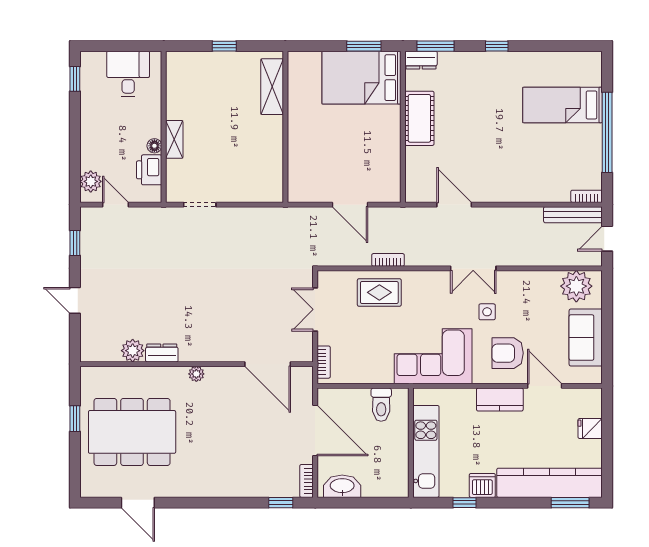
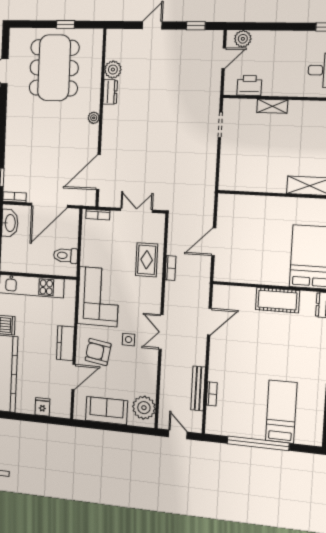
floor lamp: (154, 146) -> (268, 90), removed
bookcase: (587, 196) -> (212, 394), moved
bench: (573, 215) -> (198, 388), moved
armchair: (508, 353) -> (98, 352), turned -81

